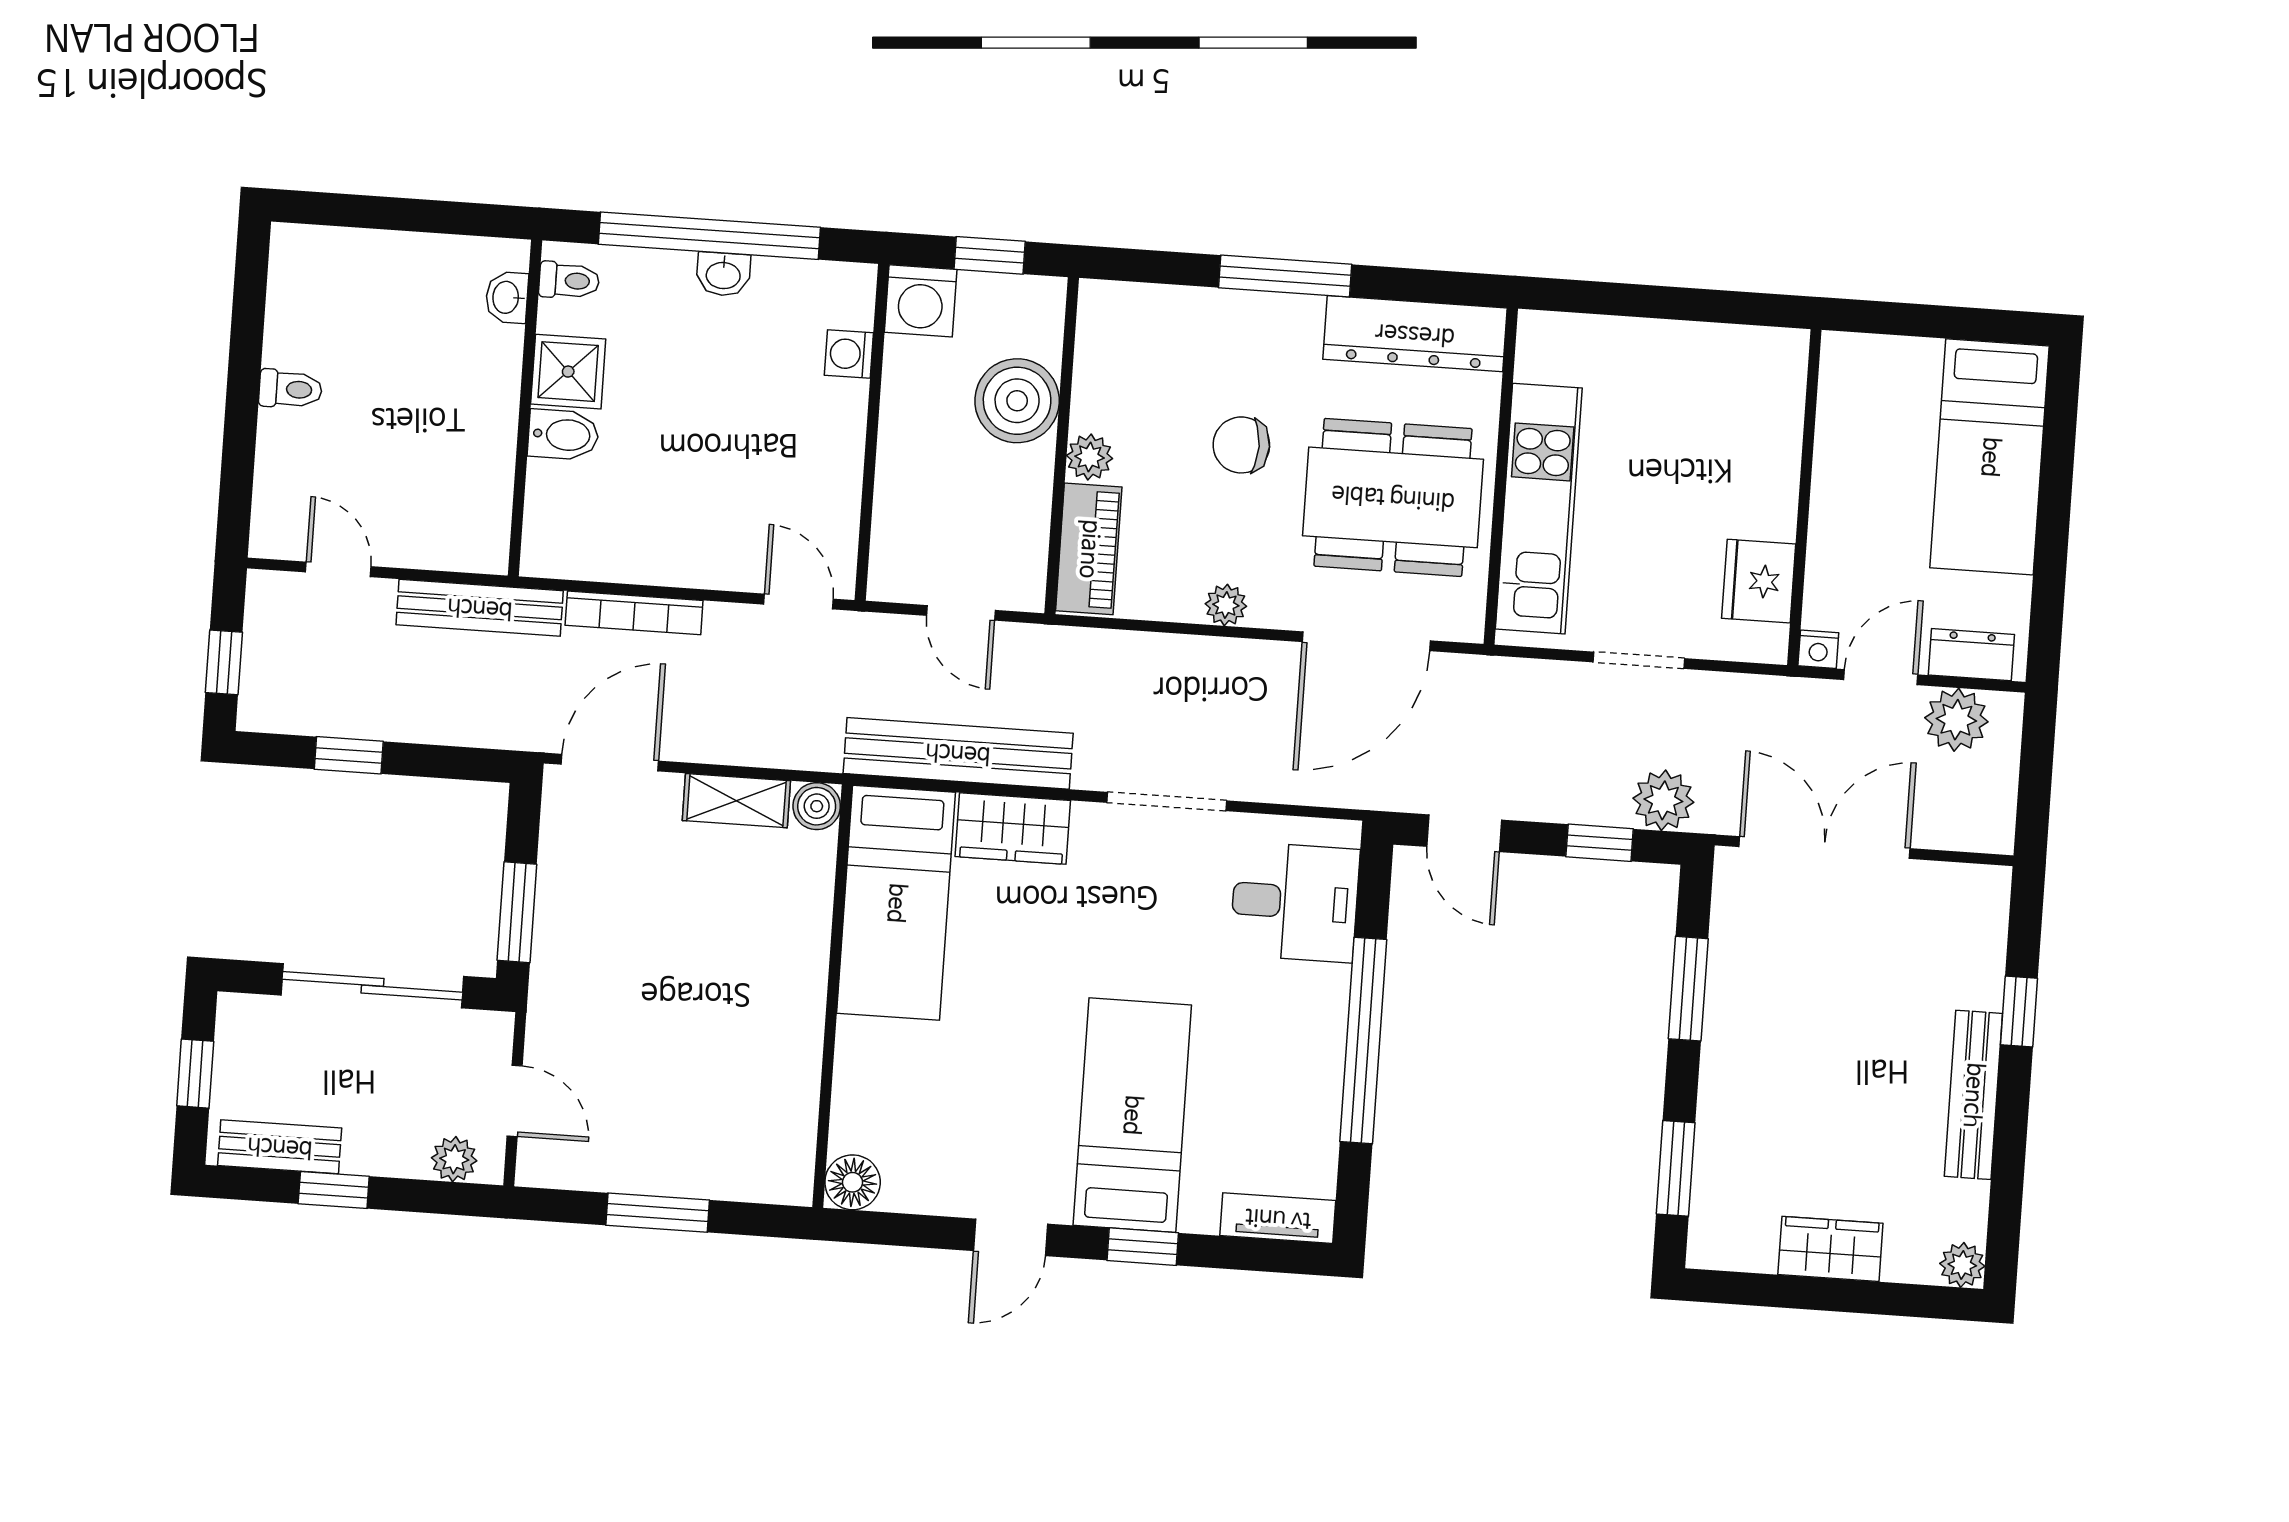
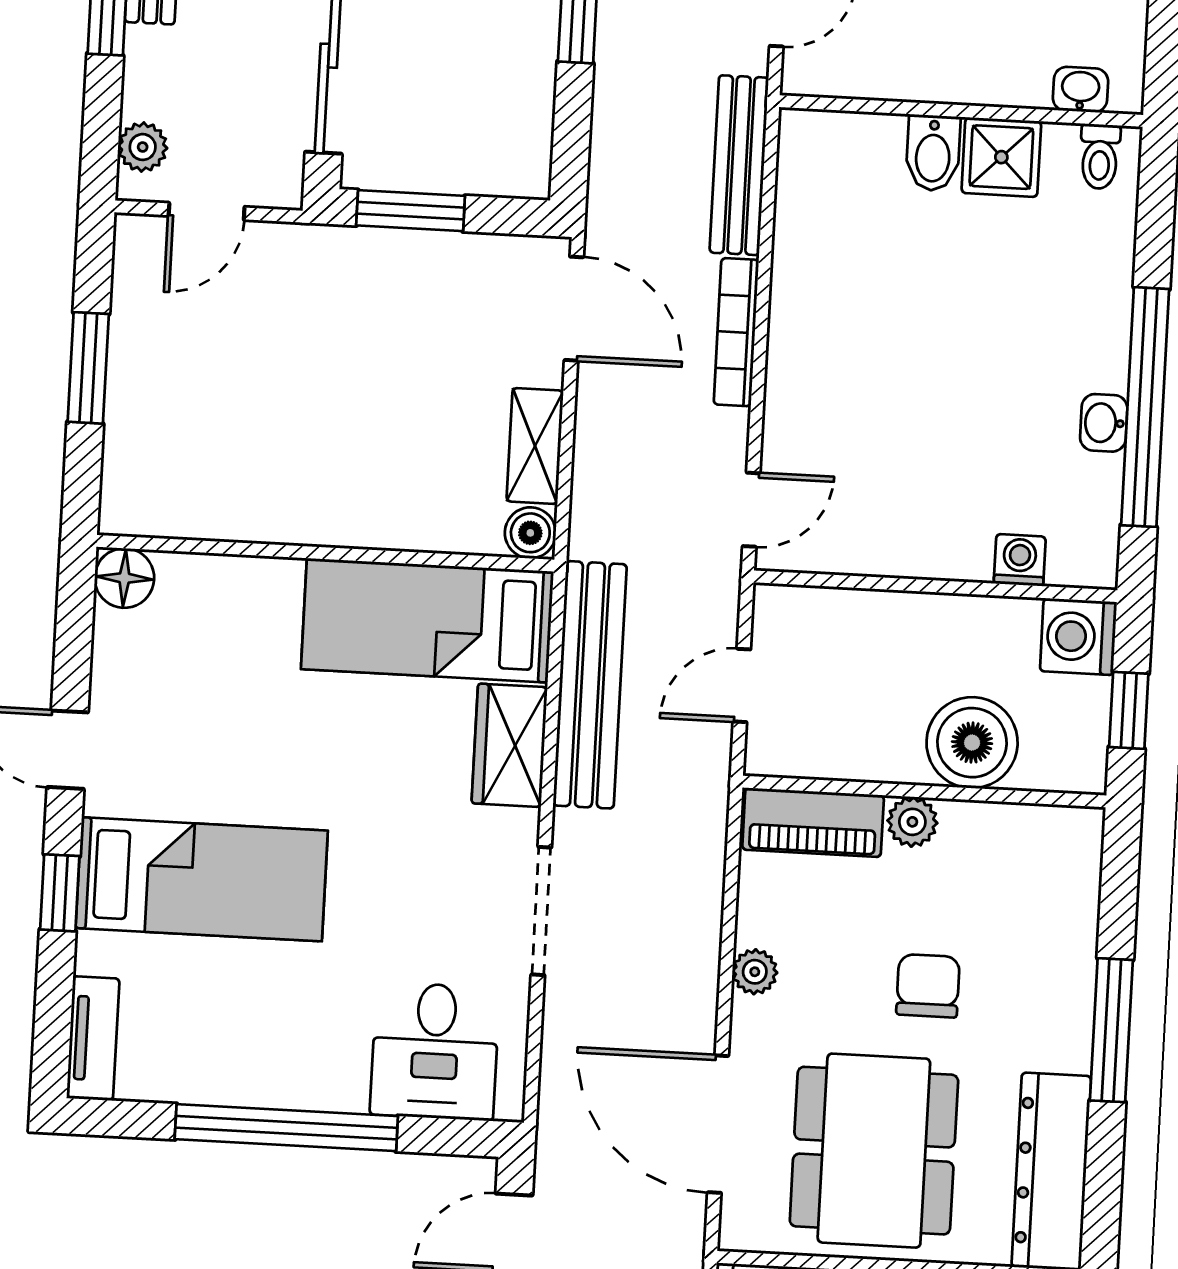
toilet: (569, 281) -> (1100, 156), moved
washbasin: (507, 297) -> (1080, 90), moved
shower: (568, 372) -> (1001, 157), moved
wall: (525, 408) -> (961, 111), moved
bidet: (563, 435) -> (933, 153), moved

